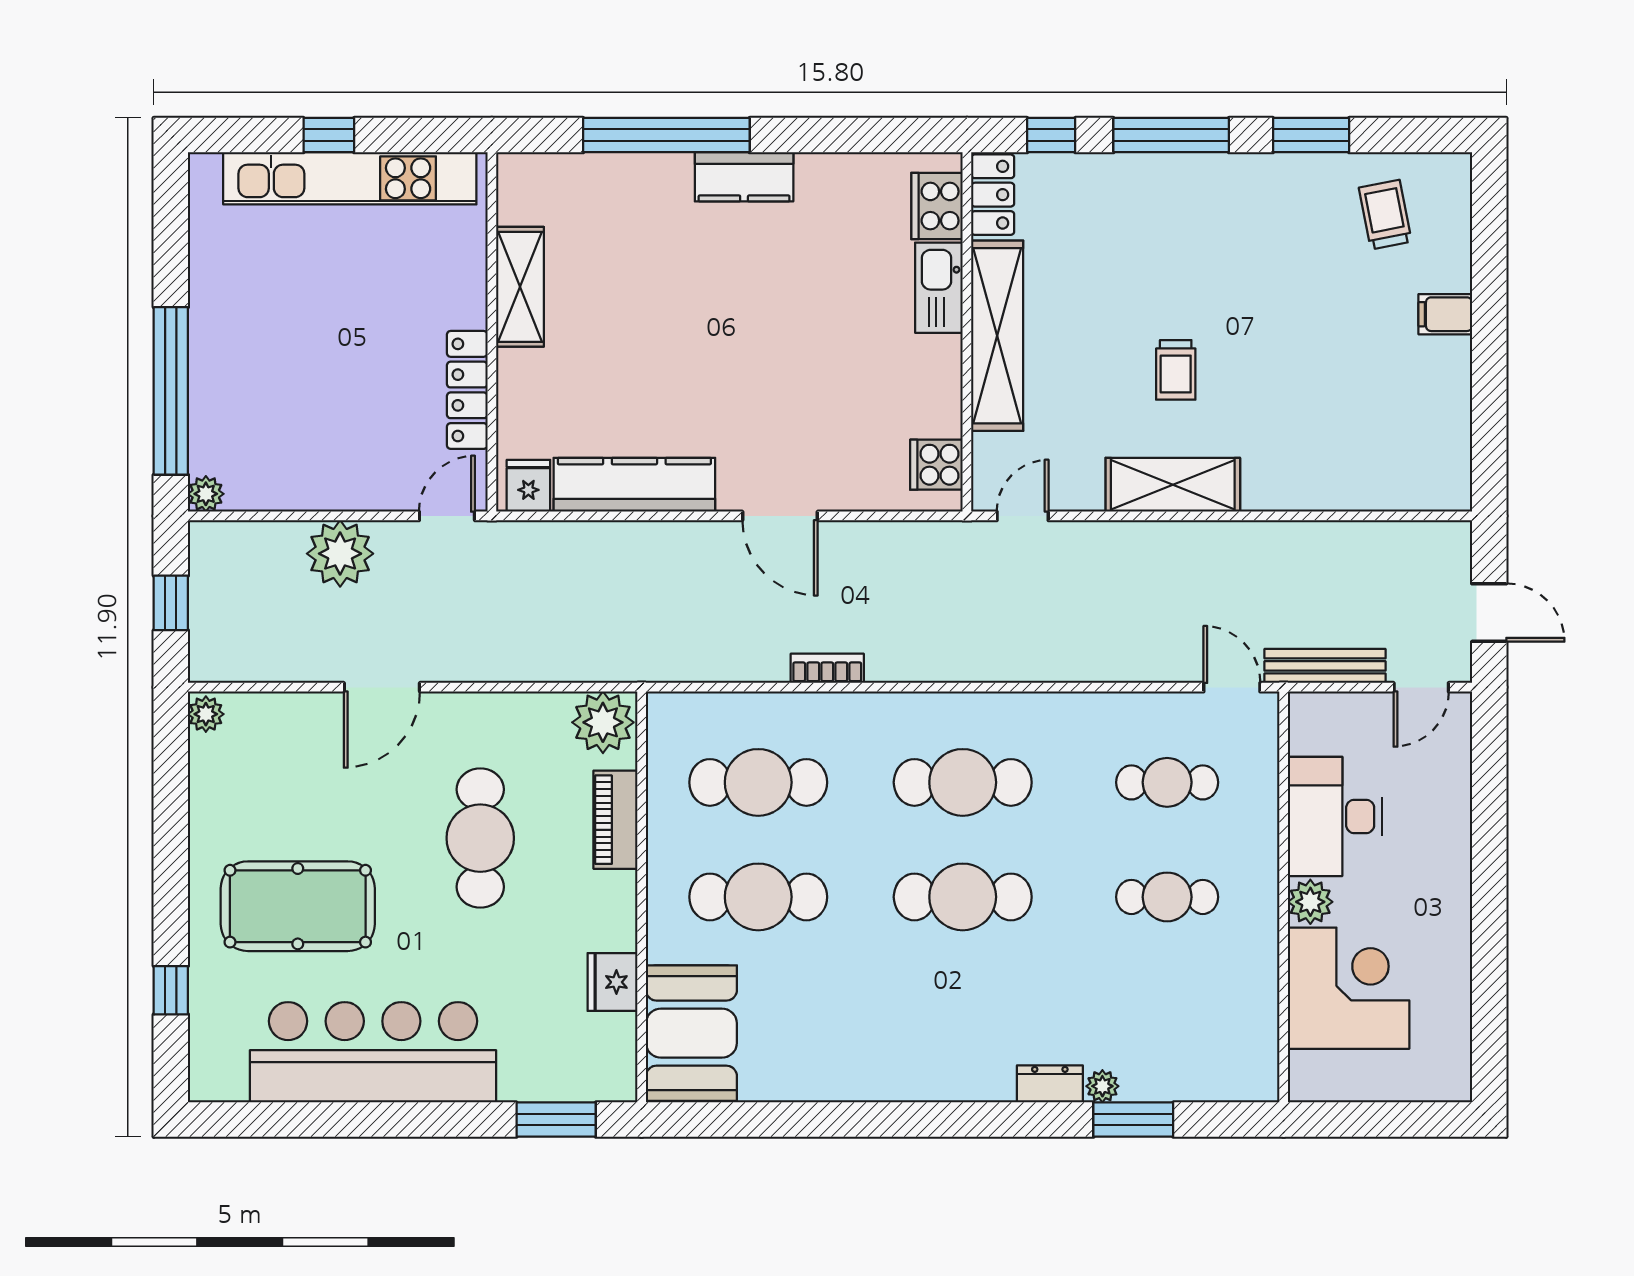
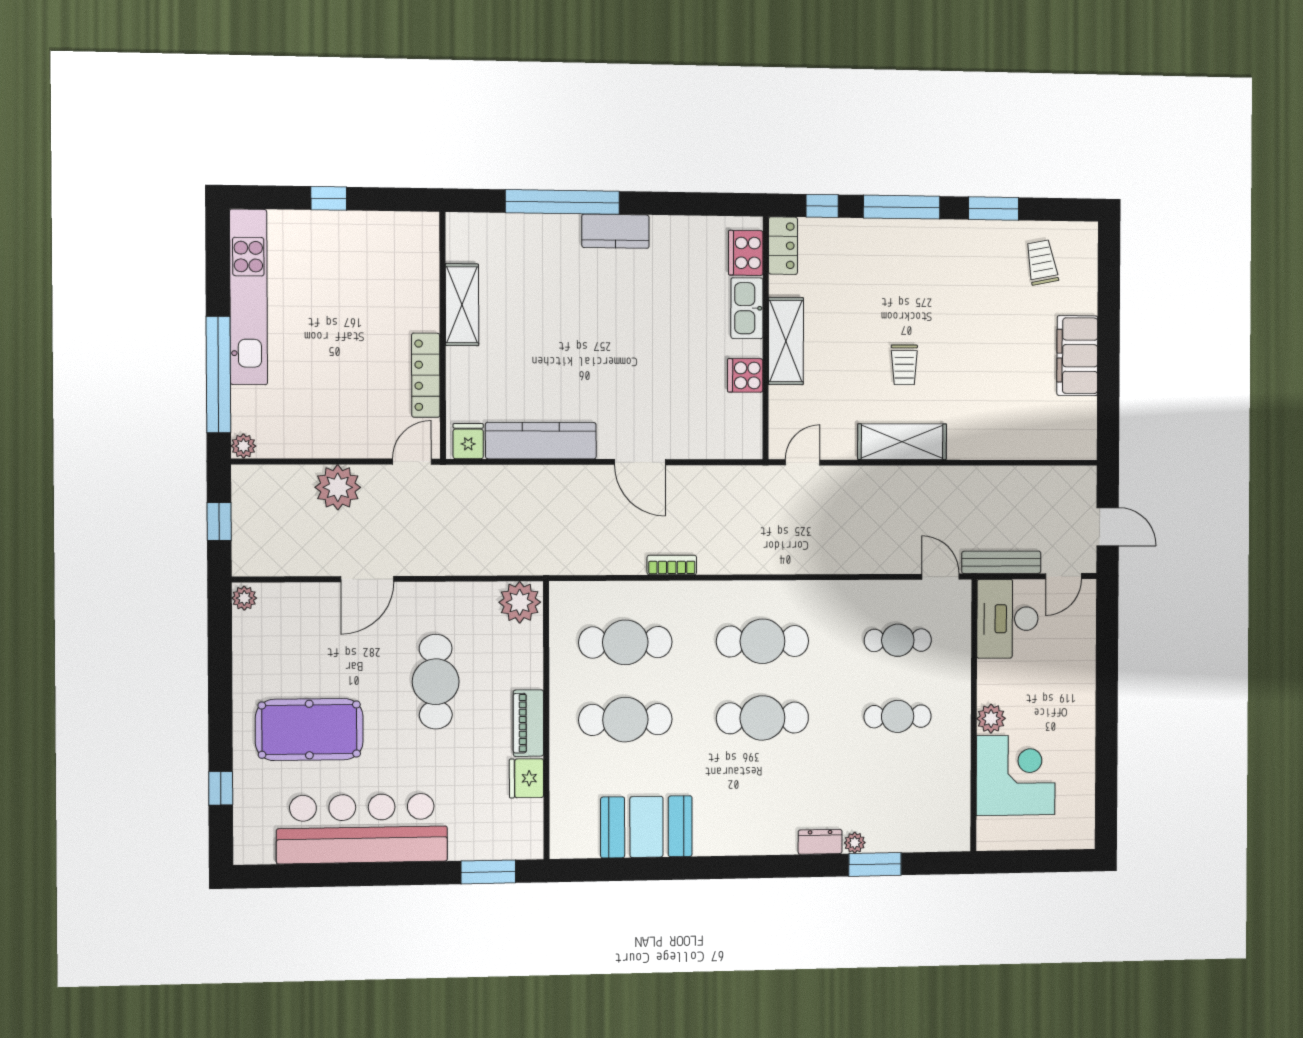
kitchen unit: (350, 178) -> (249, 297), moved, turned -90
filing cabinet: (1445, 314) -> (1077, 356), width x3.00, depth x1.17
shelving: (997, 336) -> (786, 341), width x0.68
cooker: (936, 465) -> (745, 375), moved
desk: (1335, 816) -> (1007, 619), moved
piano: (615, 820) -> (528, 723), moved
booth: (691, 1033) -> (646, 827), moved, turned 90

